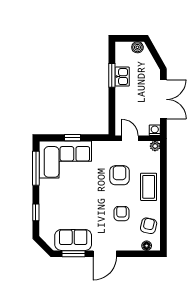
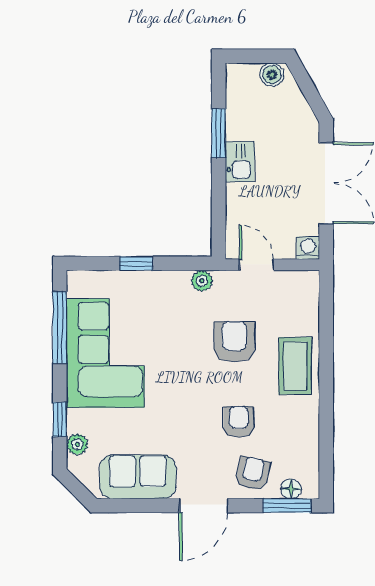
kitchen sink: (122, 77) -> (240, 162), moved
plant: (155, 146) -> (202, 281), moved
corner sofa: (65, 160) -> (105, 353), moved, turned -90
plant: (44, 224) -> (77, 444), added
armchair: (149, 226) -> (252, 474), moved
window: (73, 254) -> (287, 506), moved

